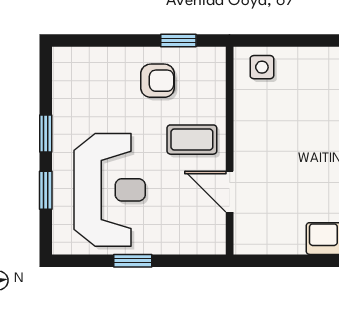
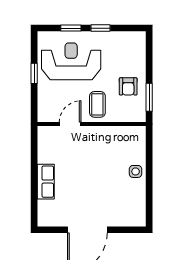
window: (178, 41) -> (149, 97), width x1.50
side table: (262, 67) -> (136, 171), moved
reception desk: (110, 190) -> (71, 61), turned 180

